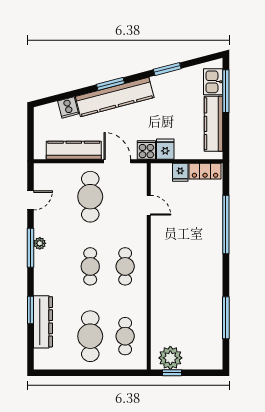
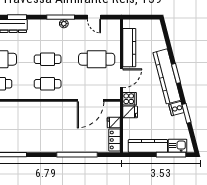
cooker: (68, 107) -> (176, 109), moved
door: (149, 205) -> (91, 100), width x1.88

